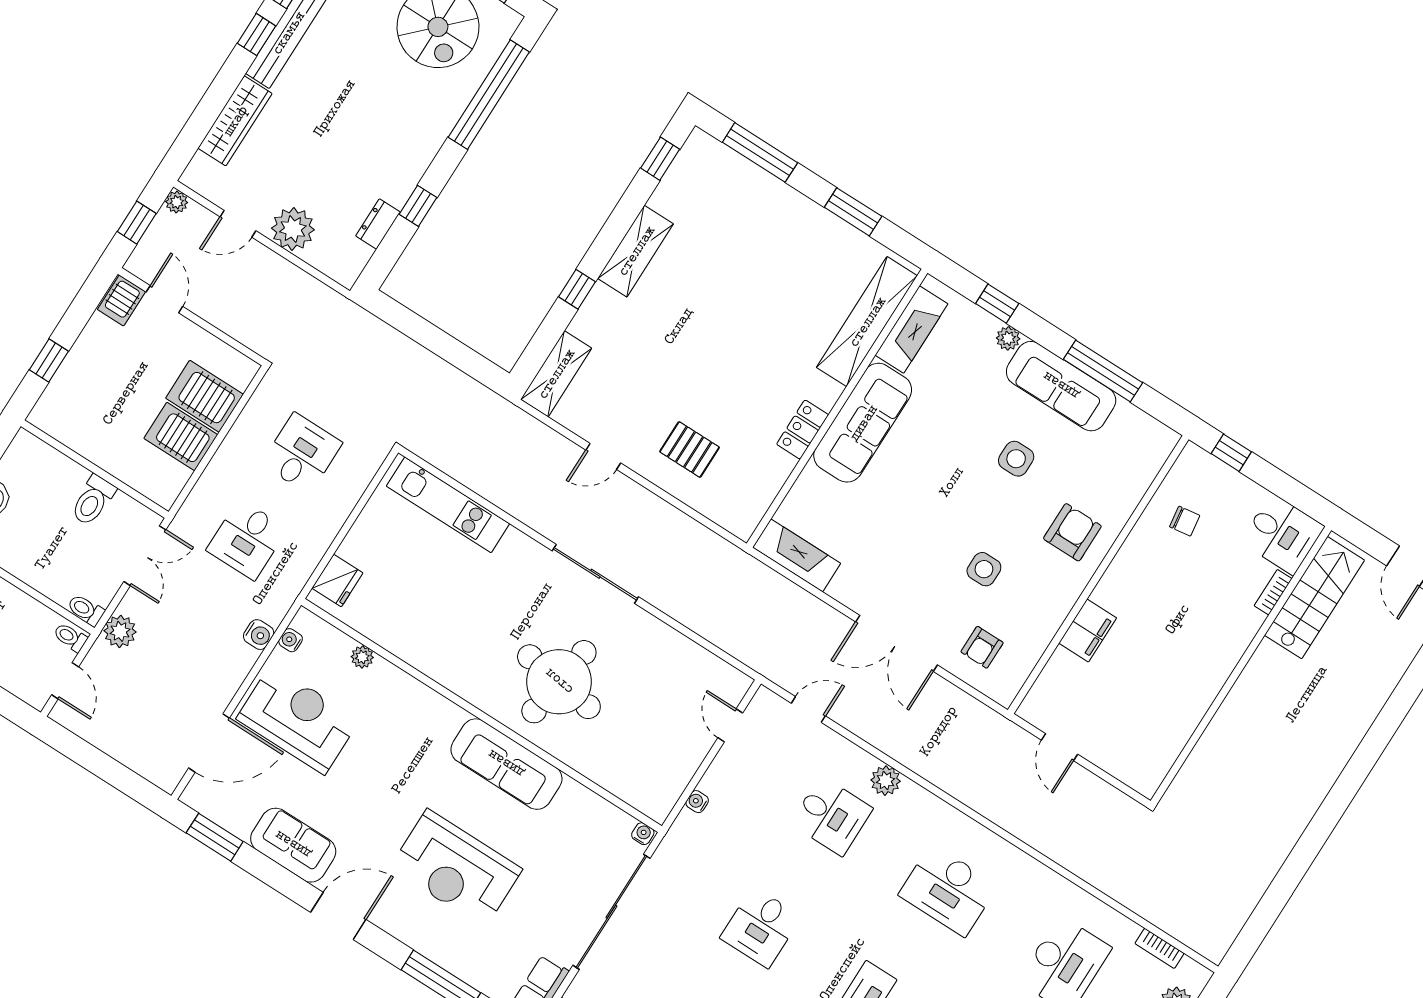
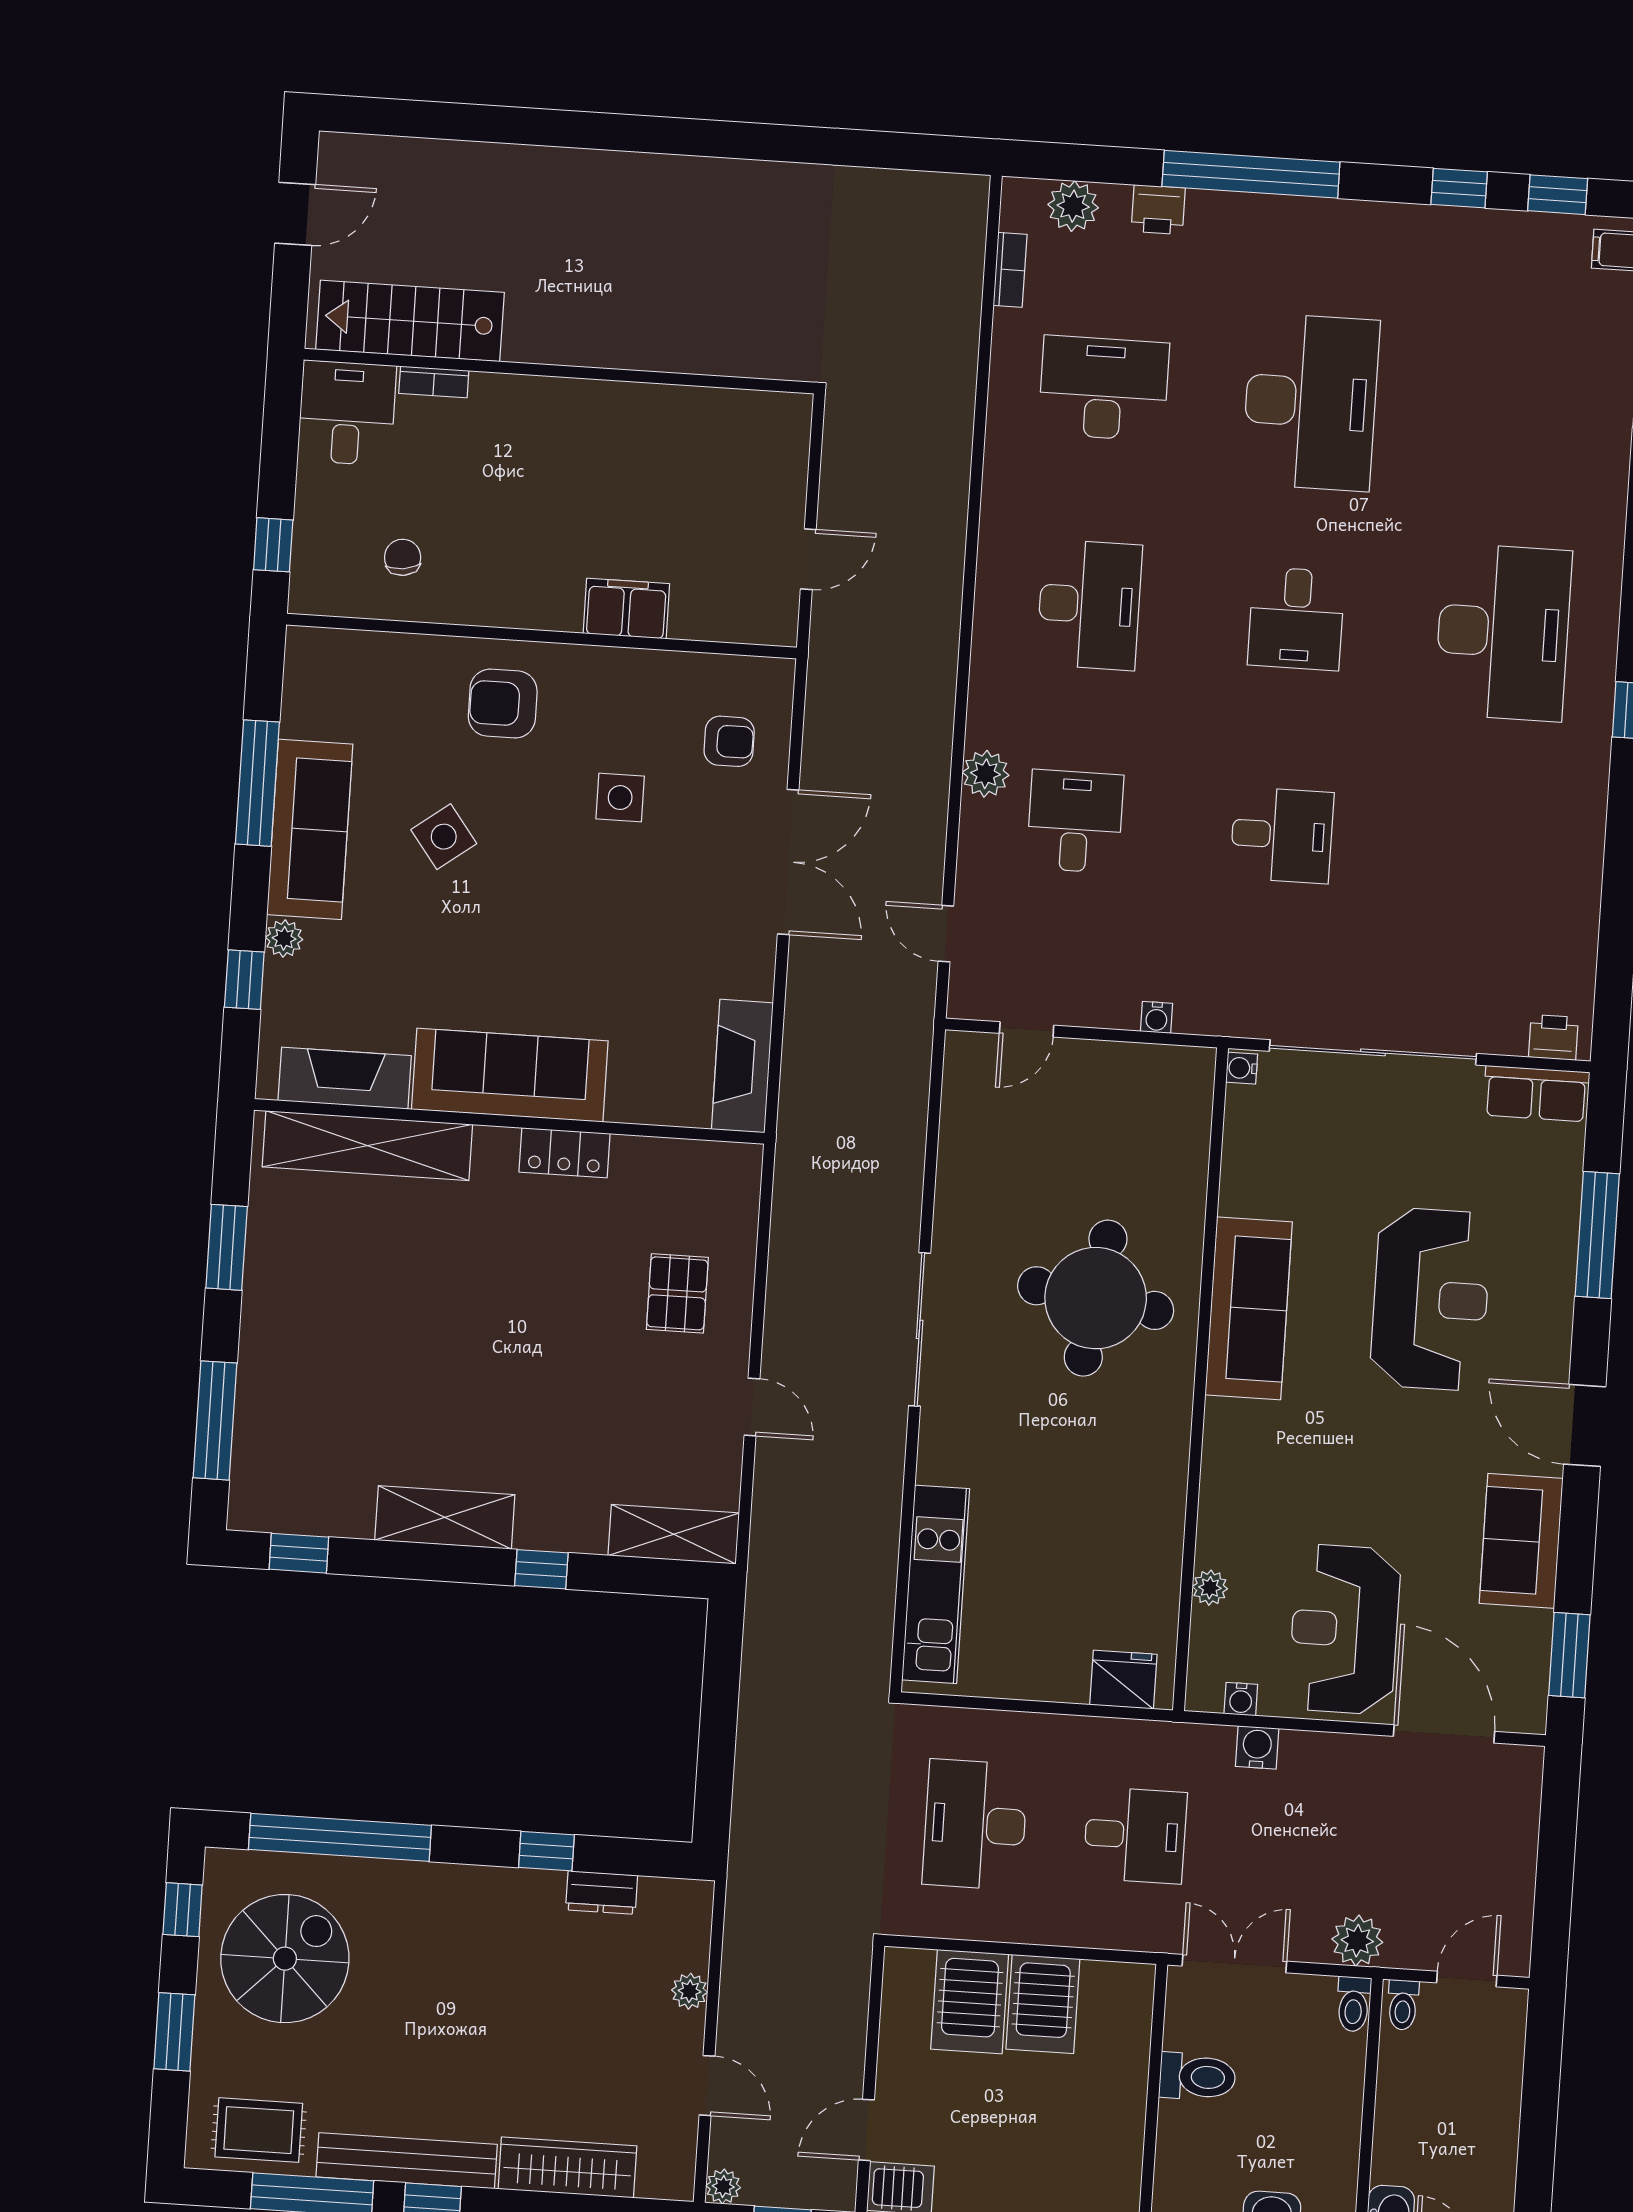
plant: (293, 229) -> (690, 1991), width x0.53, depth x0.53
desk: (302, 453) -> (975, 1825), width x1.37
side table: (1016, 459) -> (444, 837), turned -37

